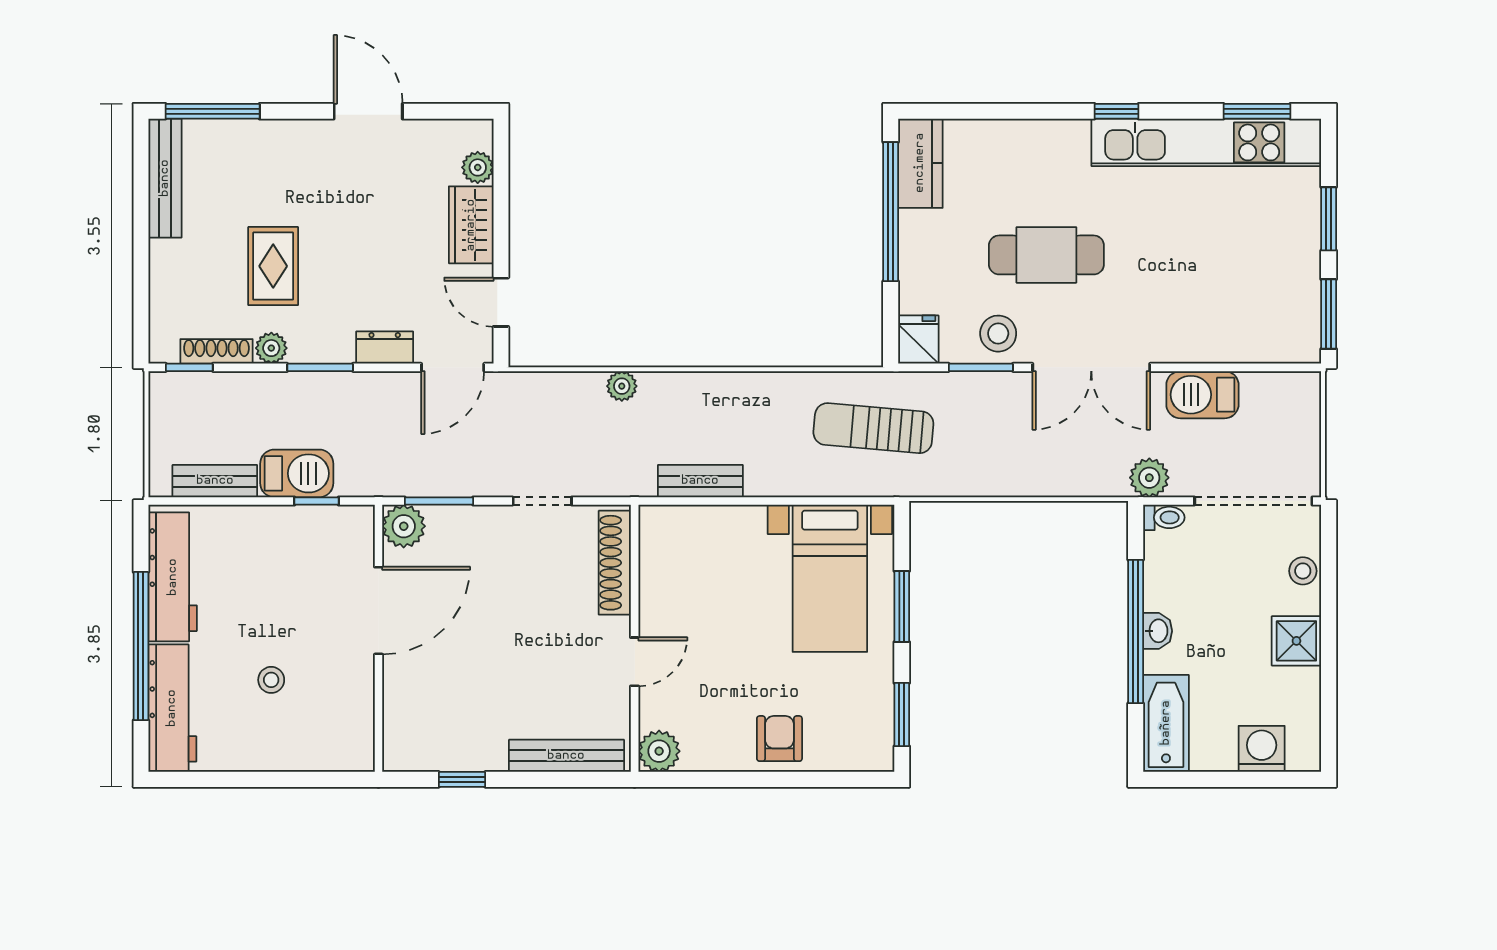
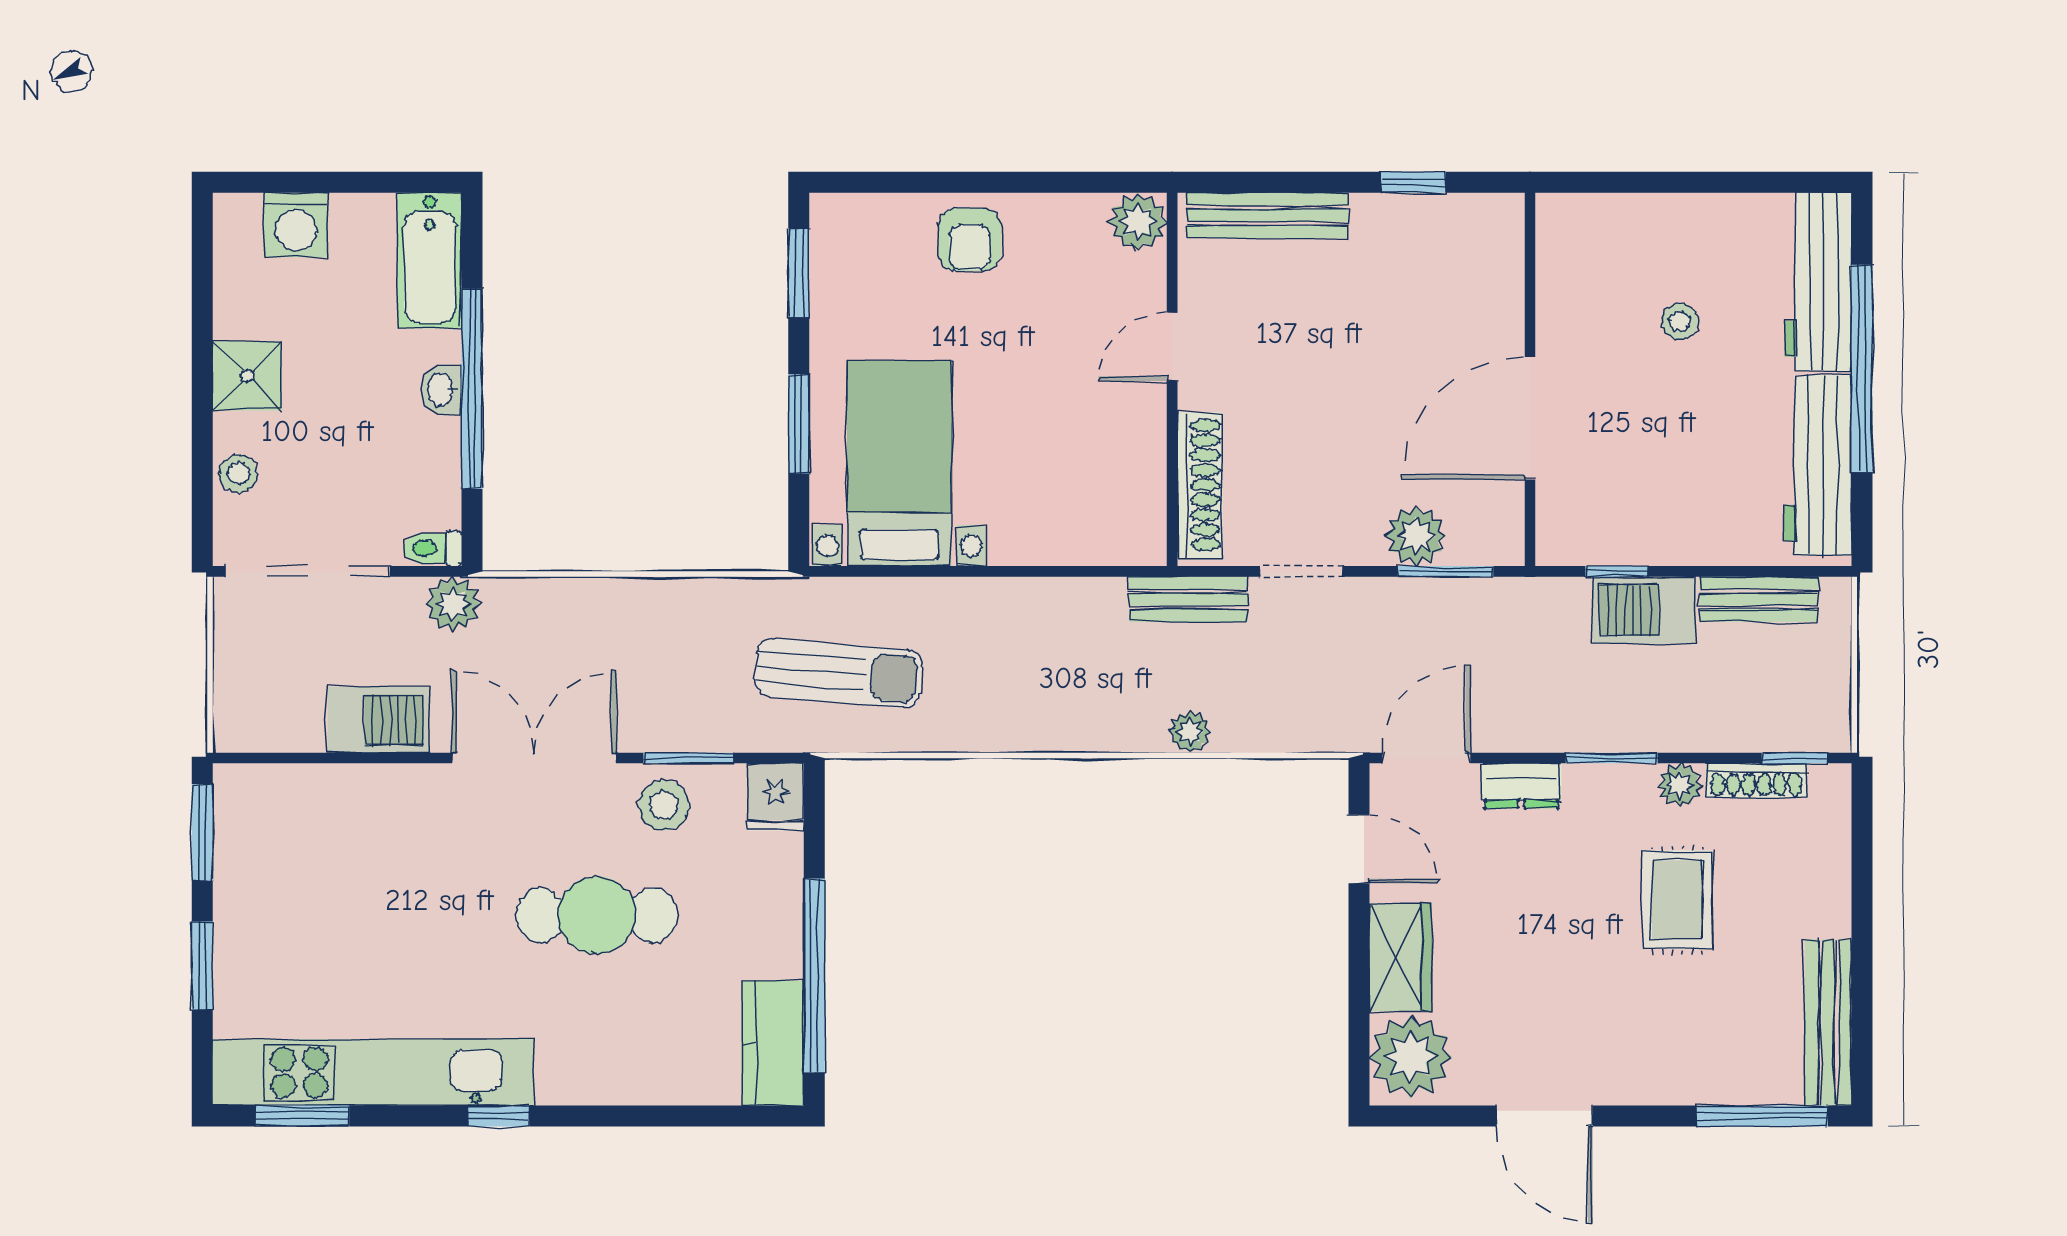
plant: (478, 167) -> (1411, 1057), width x1.88, depth x1.88
bench: (700, 481) -> (1189, 599), moved
plant: (404, 526) -> (1416, 536), moved

